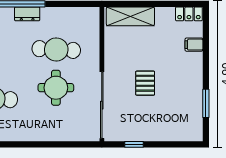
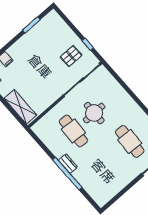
pallet: (145, 83) -> (71, 56), moved

